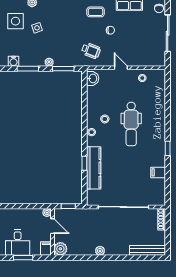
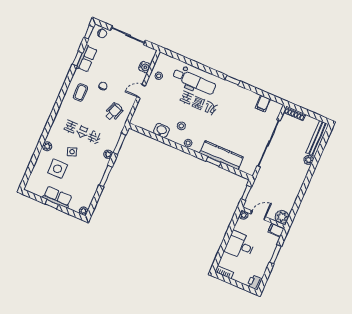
water cooler: (14, 61) -> (145, 67), moved
washbasin: (93, 78) -> (161, 130), moved
dental chair: (131, 124) -> (194, 81), moved
filing cabinet: (158, 172) -> (263, 104), moved
desk: (18, 243) -> (240, 245), moved, turned 180
plant: (100, 251) -> (309, 160), moved

